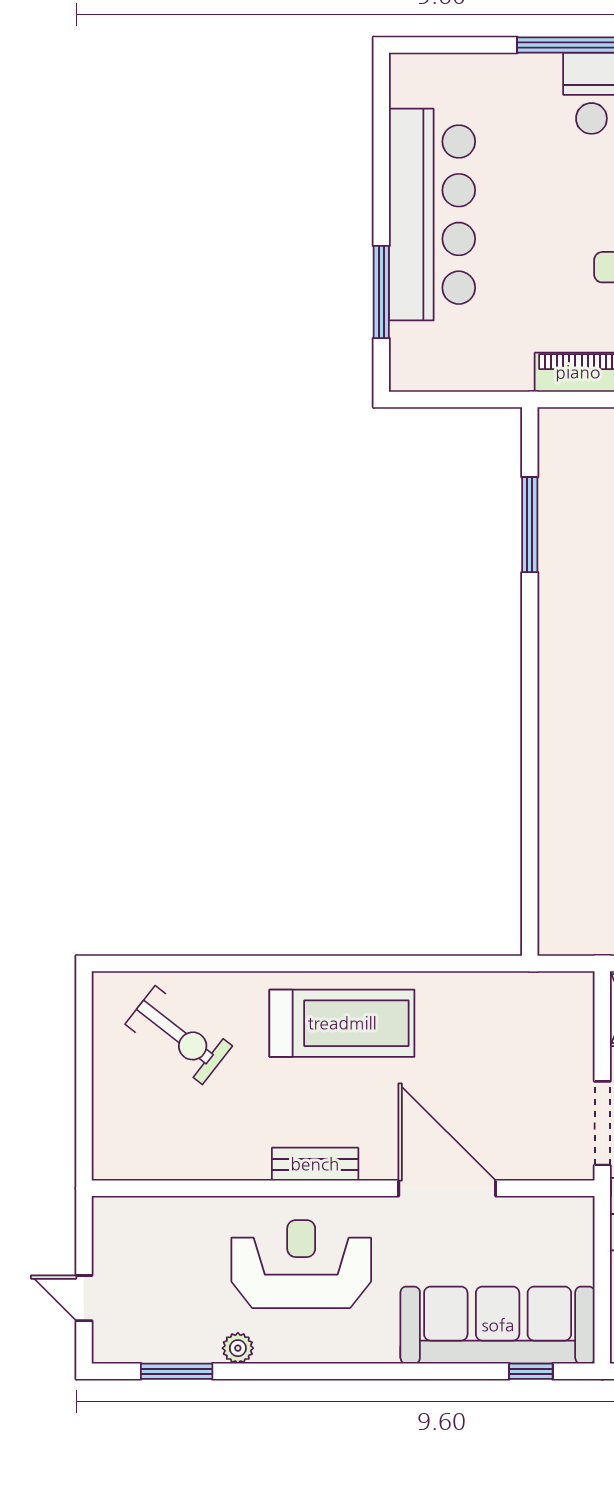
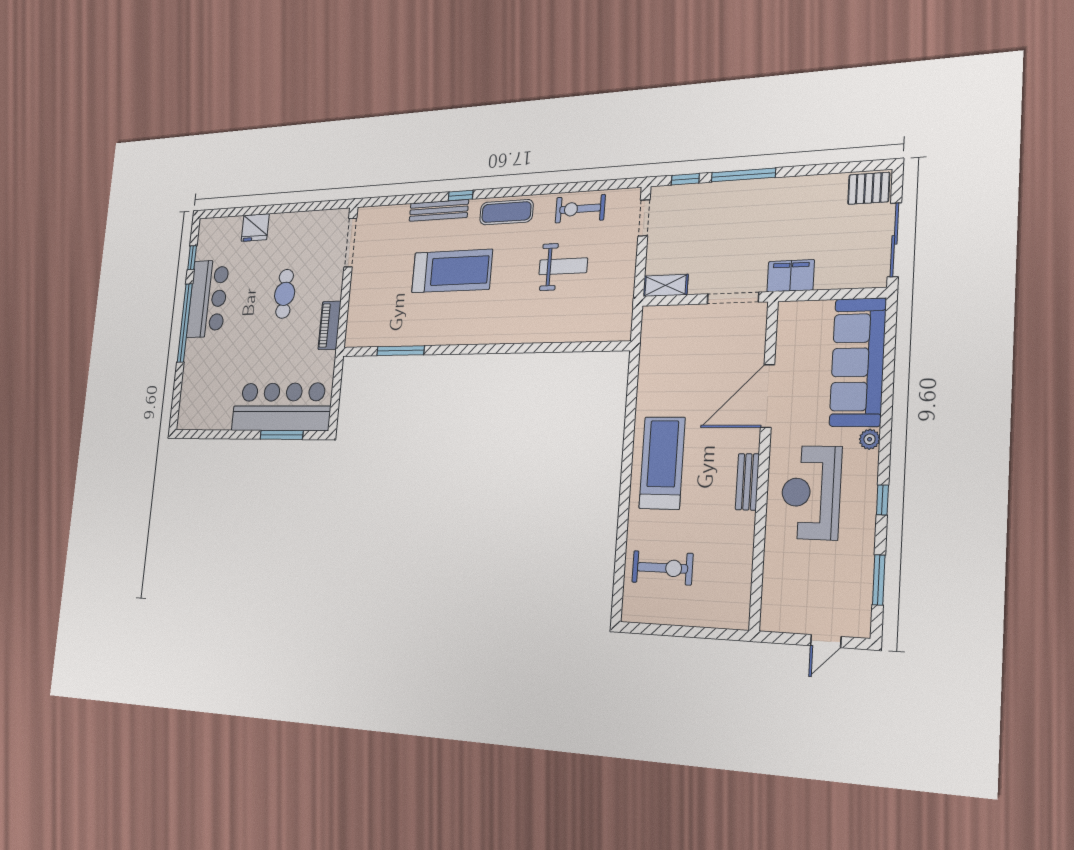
bar counter: (432, 215) -> (282, 407), moved
exercise bike: (179, 1035) -> (662, 568), turned 52
plant: (238, 1348) -> (870, 439), moved
window: (531, 1371) -> (882, 500), moved

